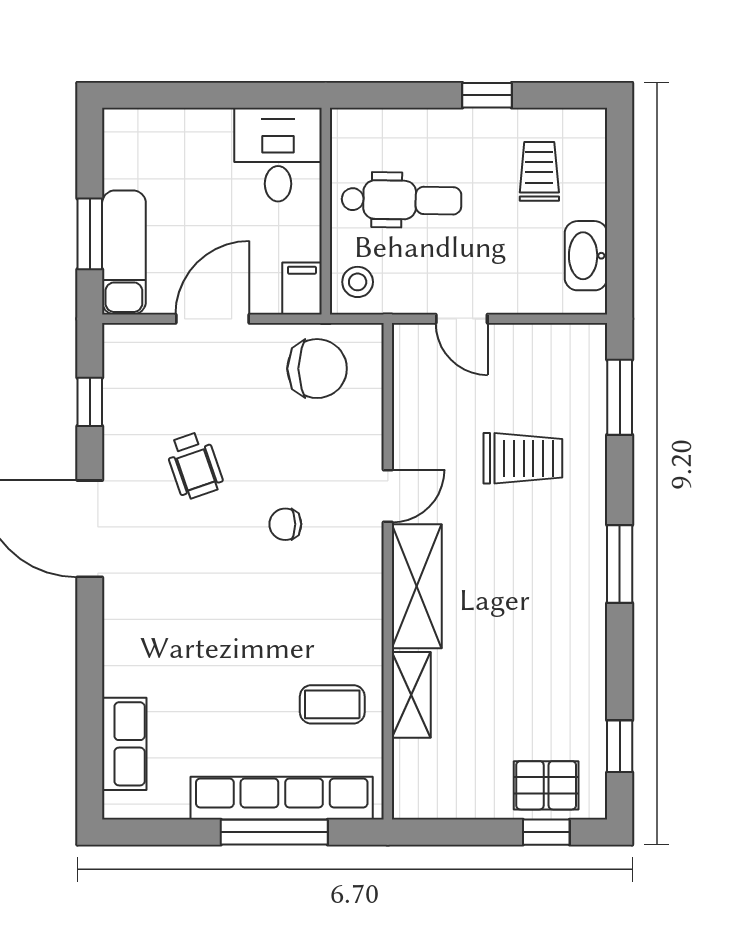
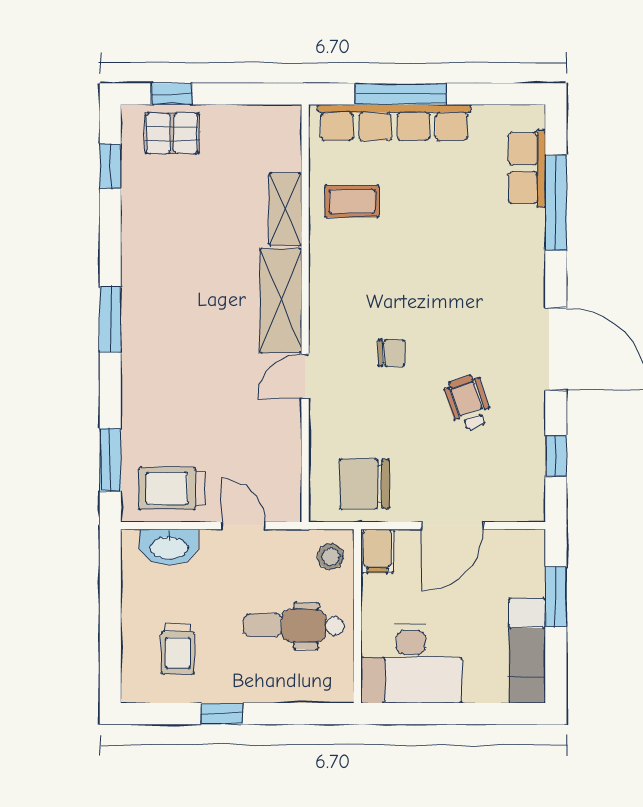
desk: (278, 155) -> (411, 664), width x1.37
exam couch: (124, 252) -> (527, 651), moved
washbasin: (586, 256) -> (169, 547), moved, turned 90
trolley: (523, 458) -> (172, 488), moved
window: (90, 703) -> (556, 203), added

